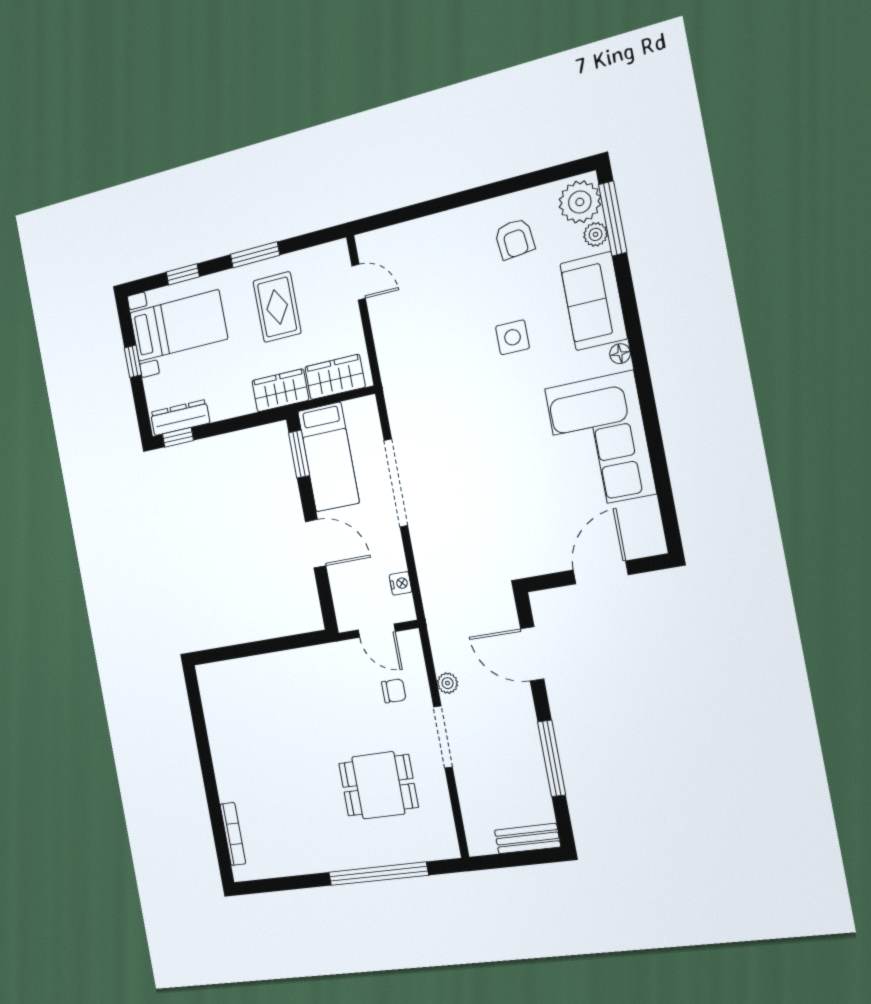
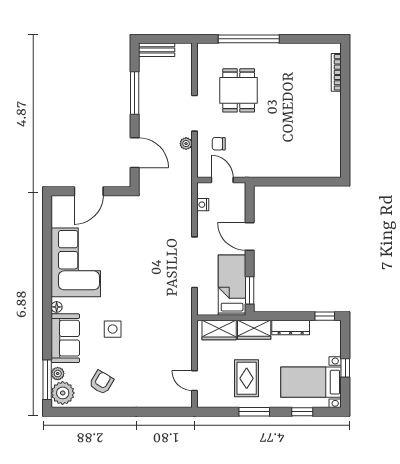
armchair: (515, 239) -> (101, 382), turned 37
dresser: (180, 418) -> (291, 327), moved
dining table: (378, 785) -> (239, 90), turned 90

